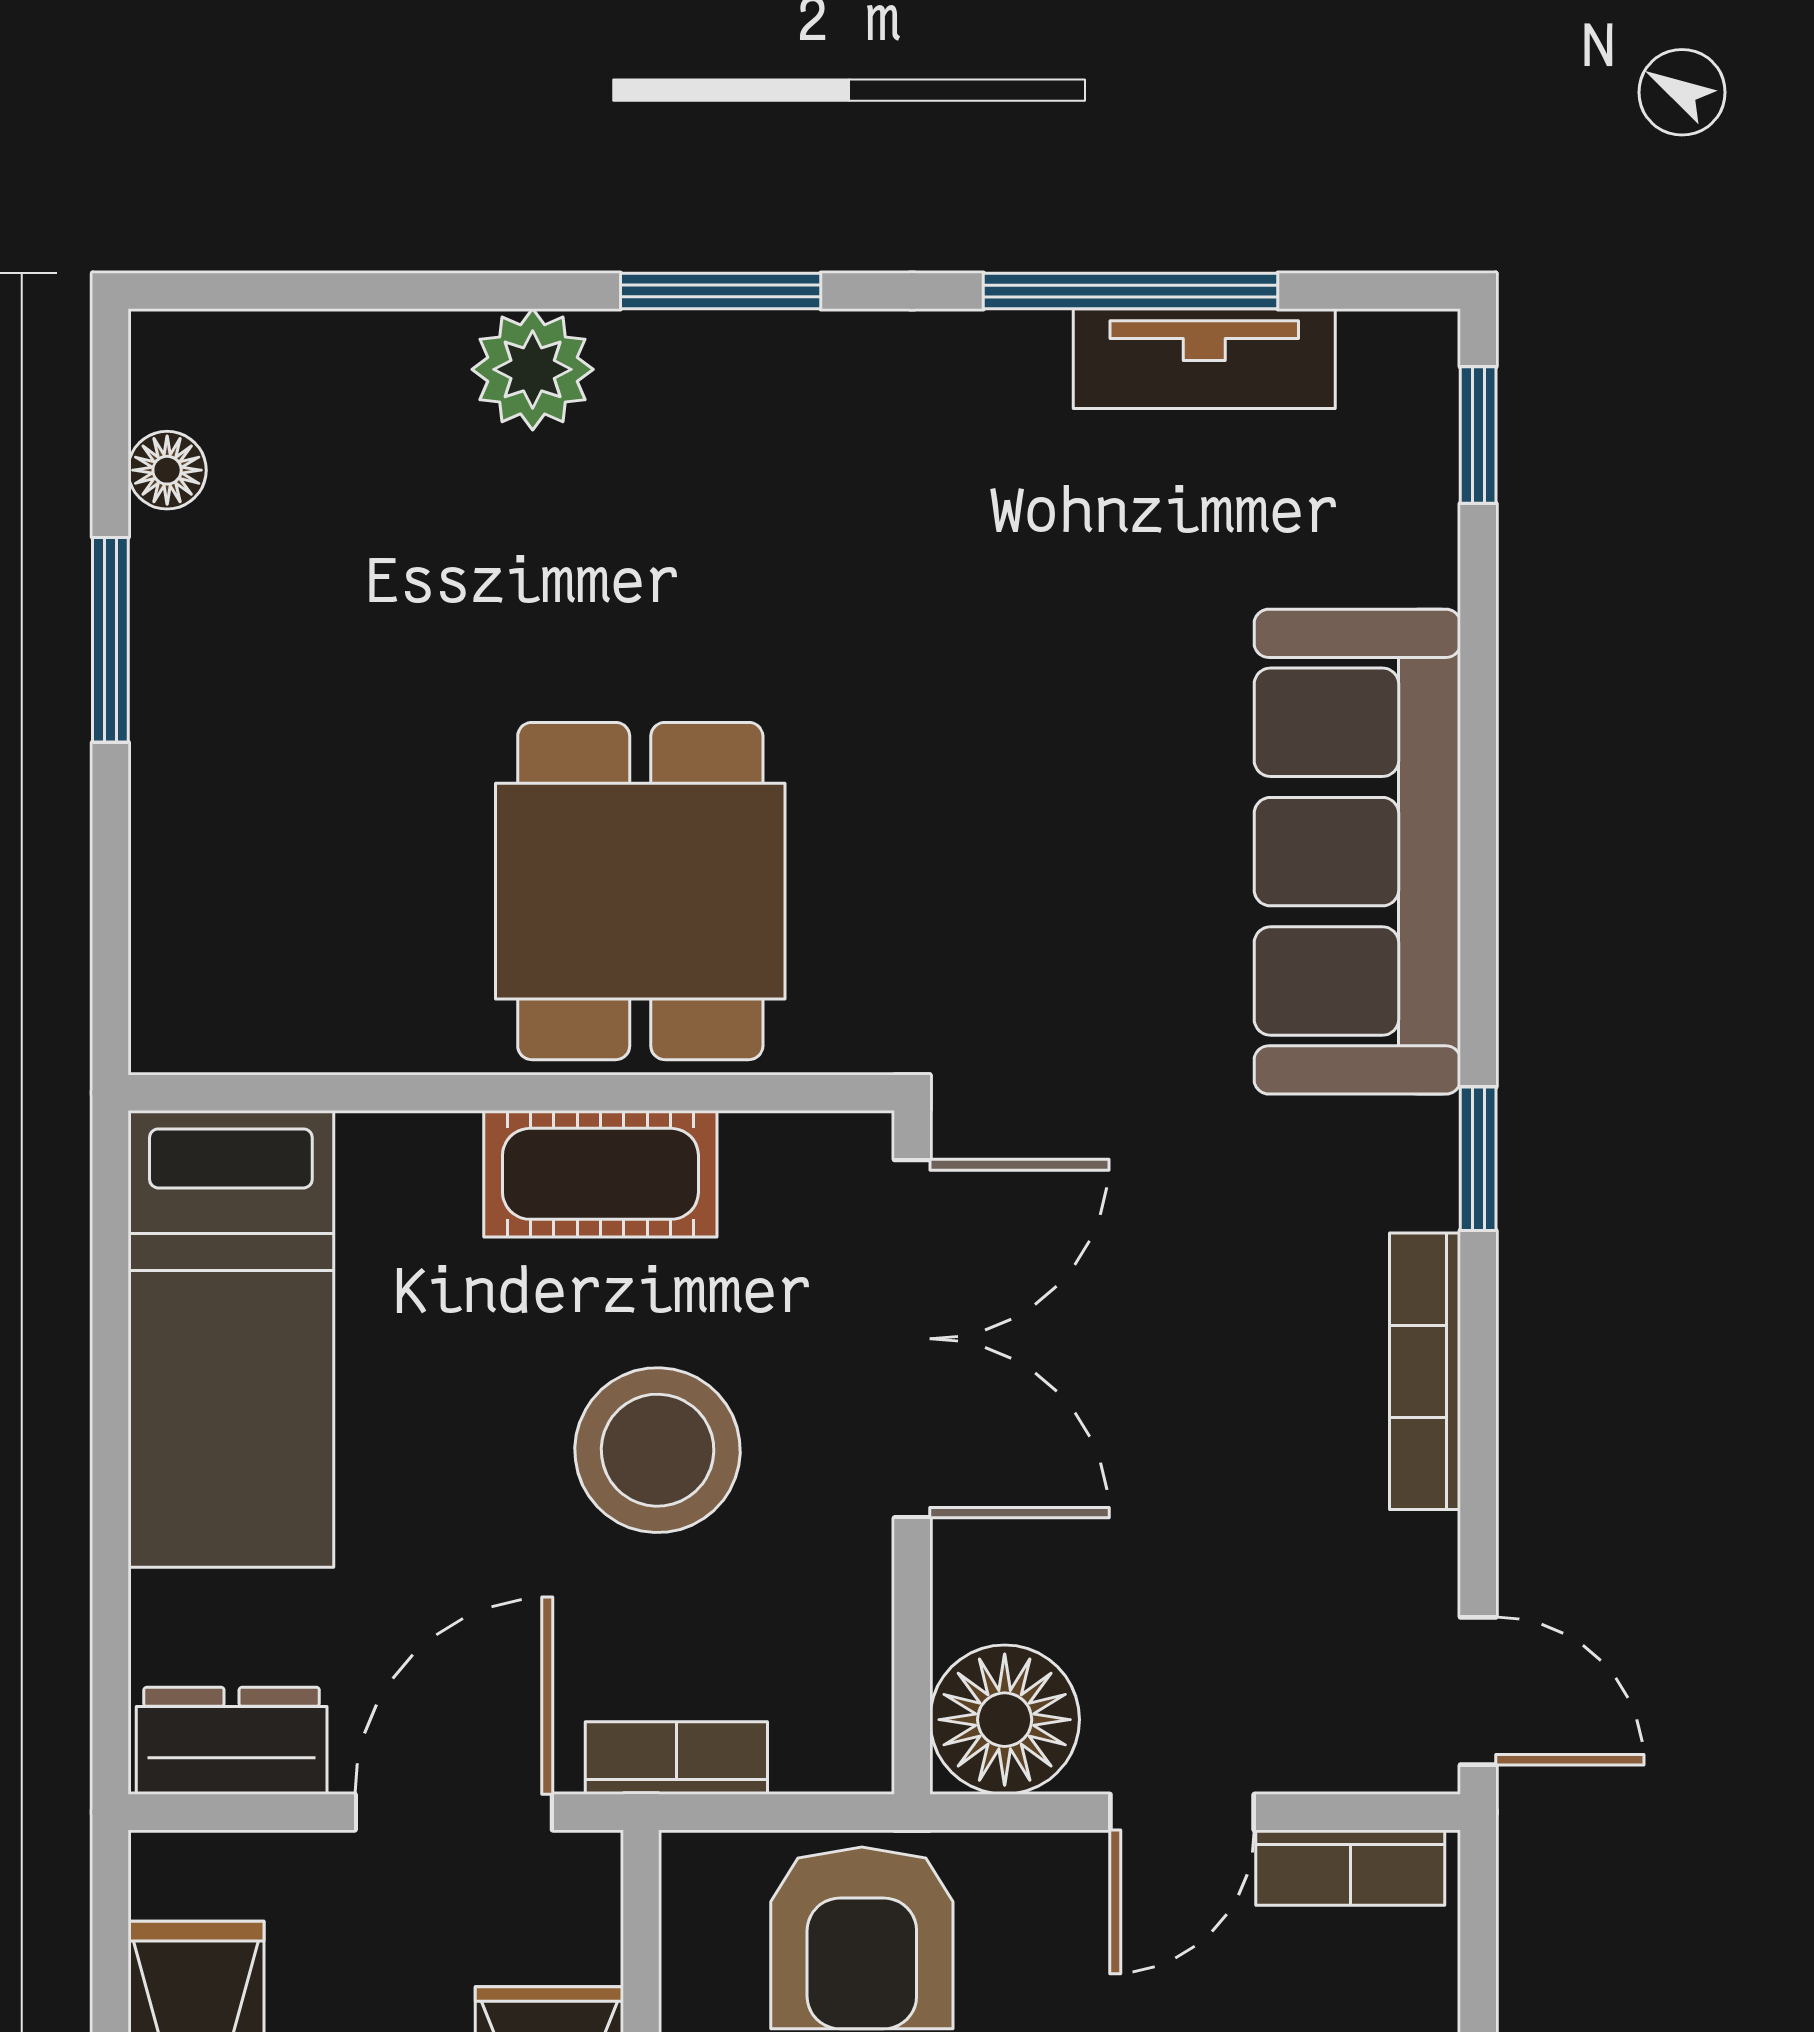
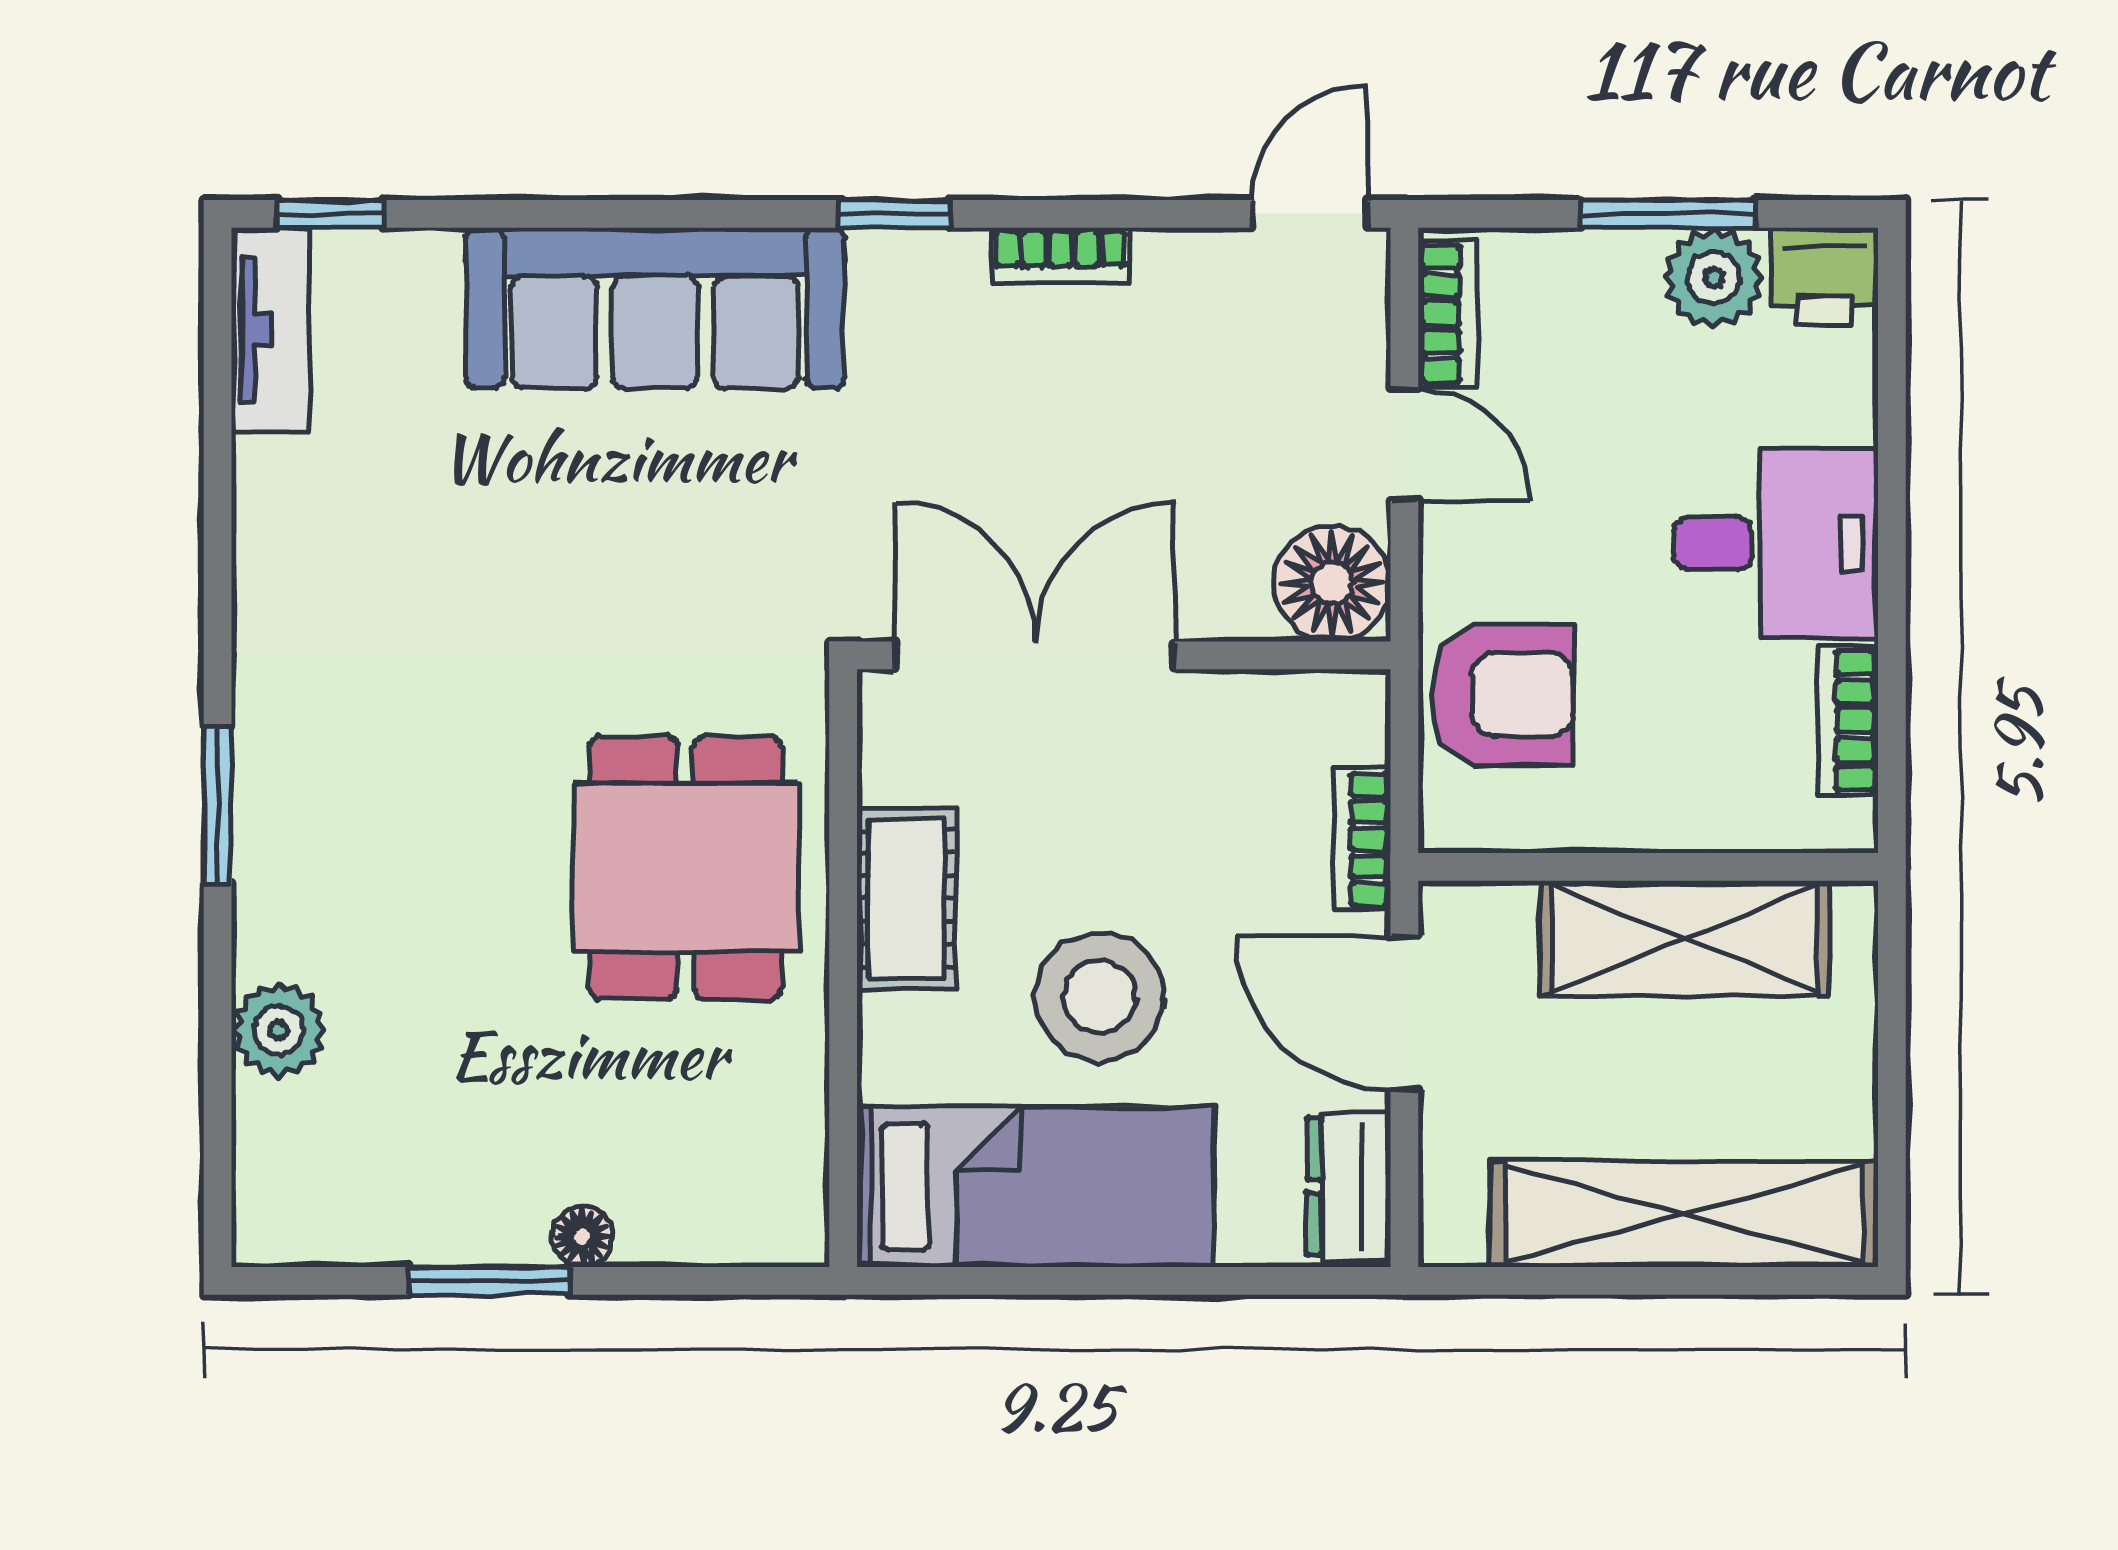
window: (1131, 291) -> (218, 485), removed
tv unit: (1204, 359) -> (270, 330), moved
plant: (533, 369) -> (279, 1030), moved
floor lamp: (167, 470) -> (582, 1237), moved
dining table: (640, 891) -> (686, 867), turned 90
bookcase: (1425, 1371) -> (1060, 255), width x0.64
stool: (658, 1450) -> (1099, 997), moved

